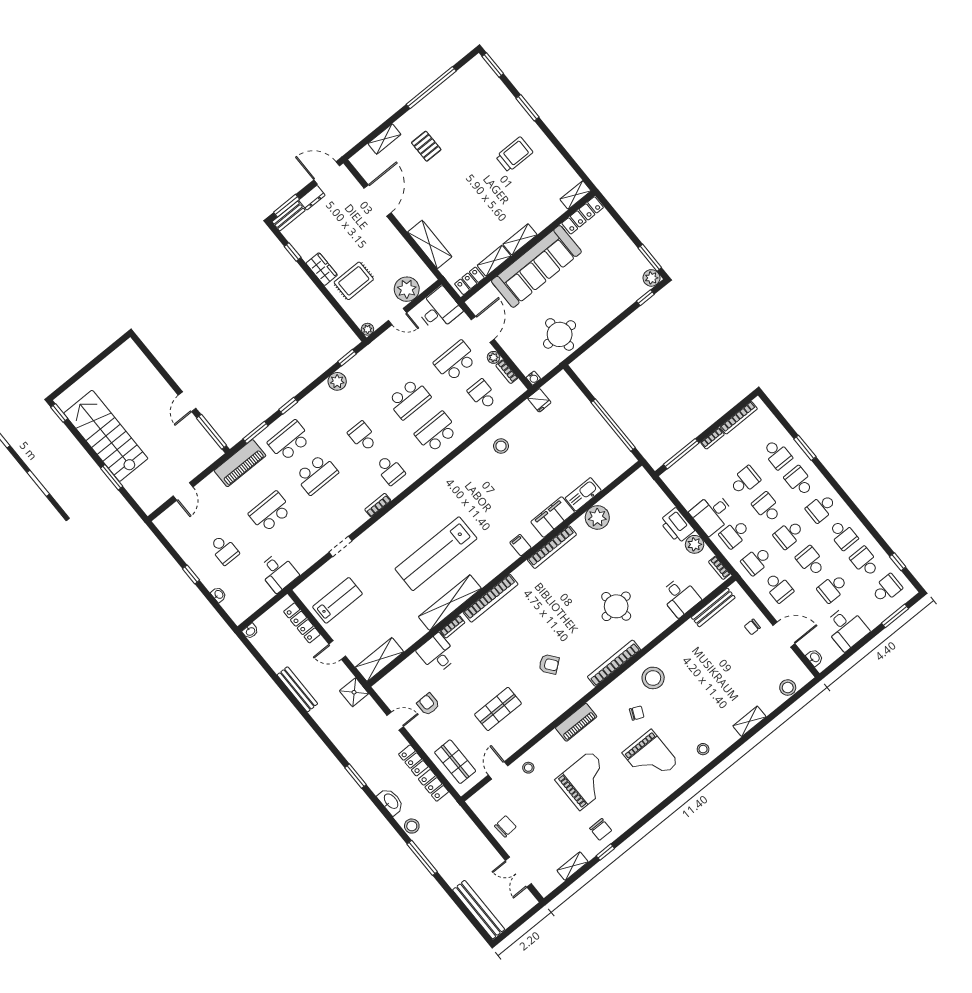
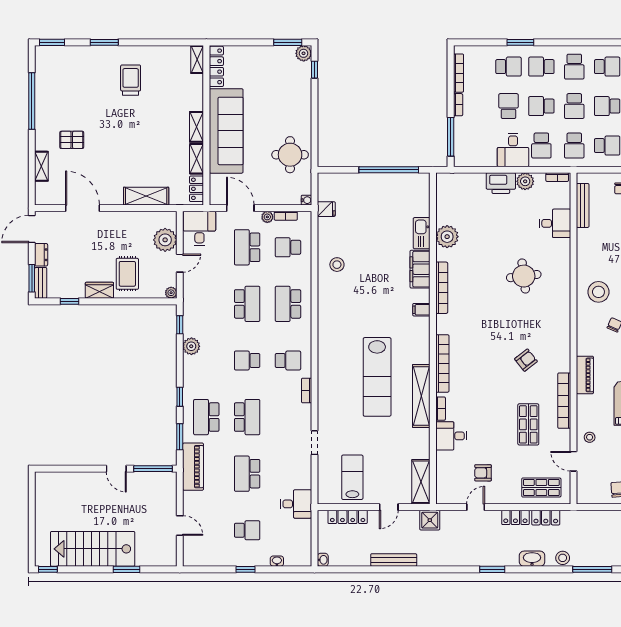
bookcase: (614, 663) -> (564, 401), moved

